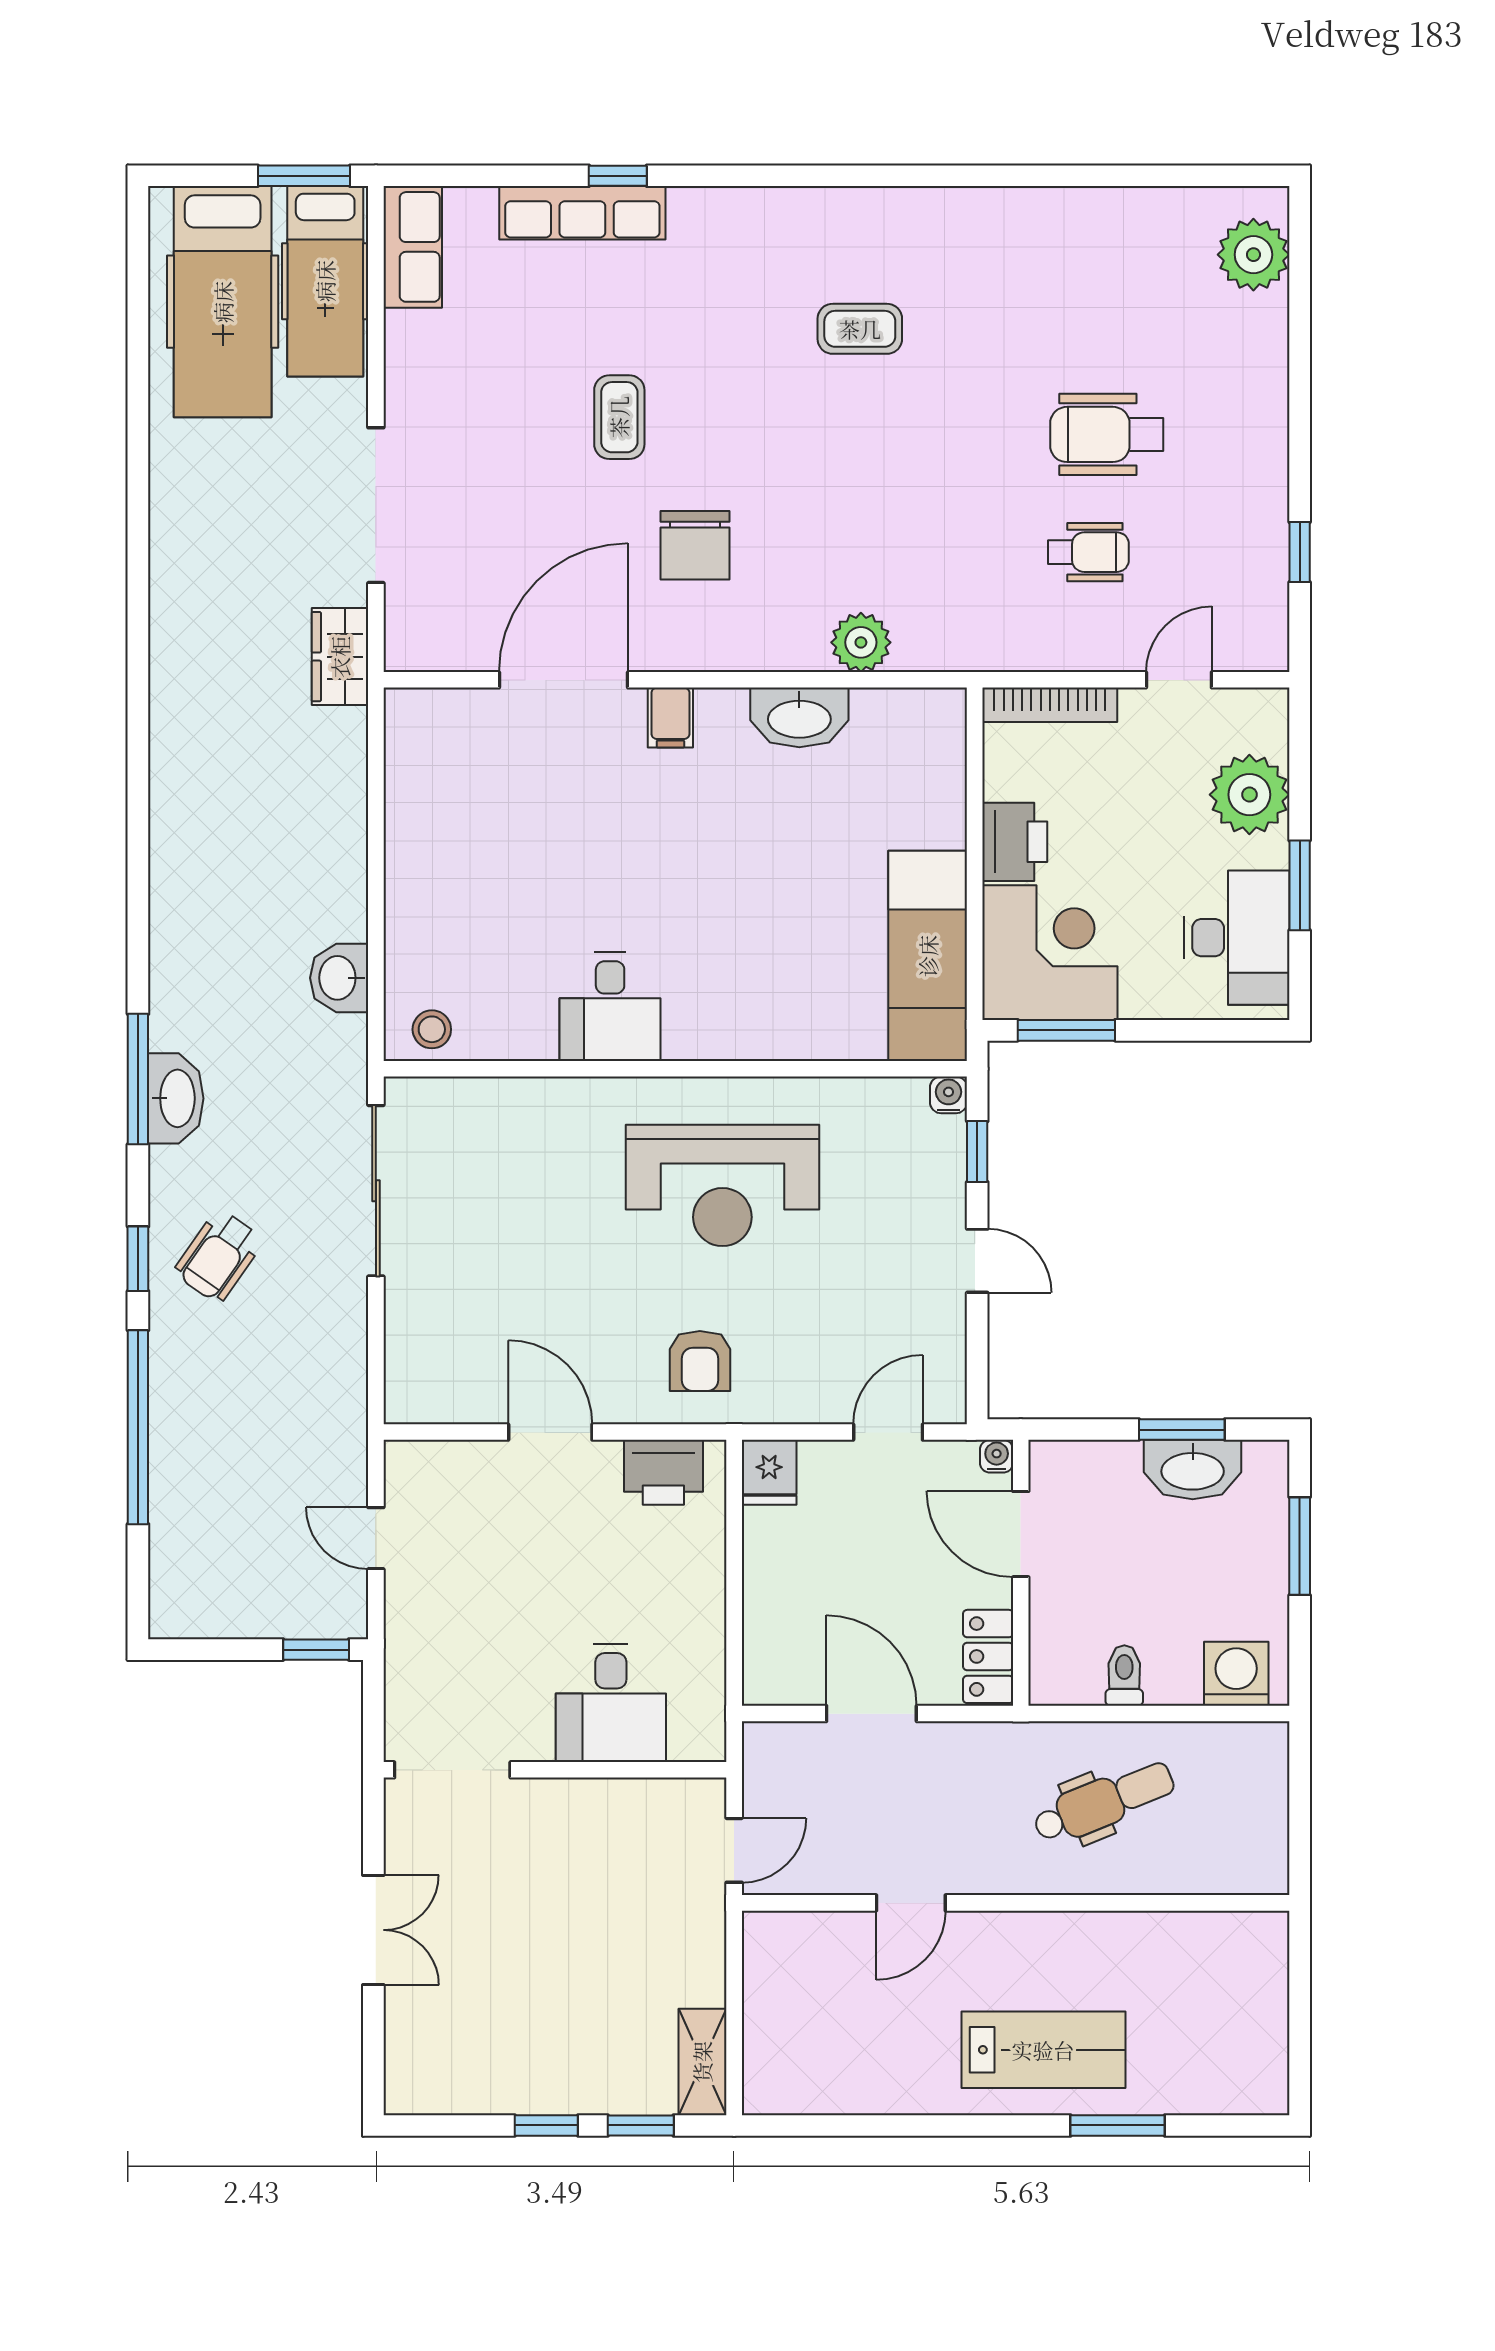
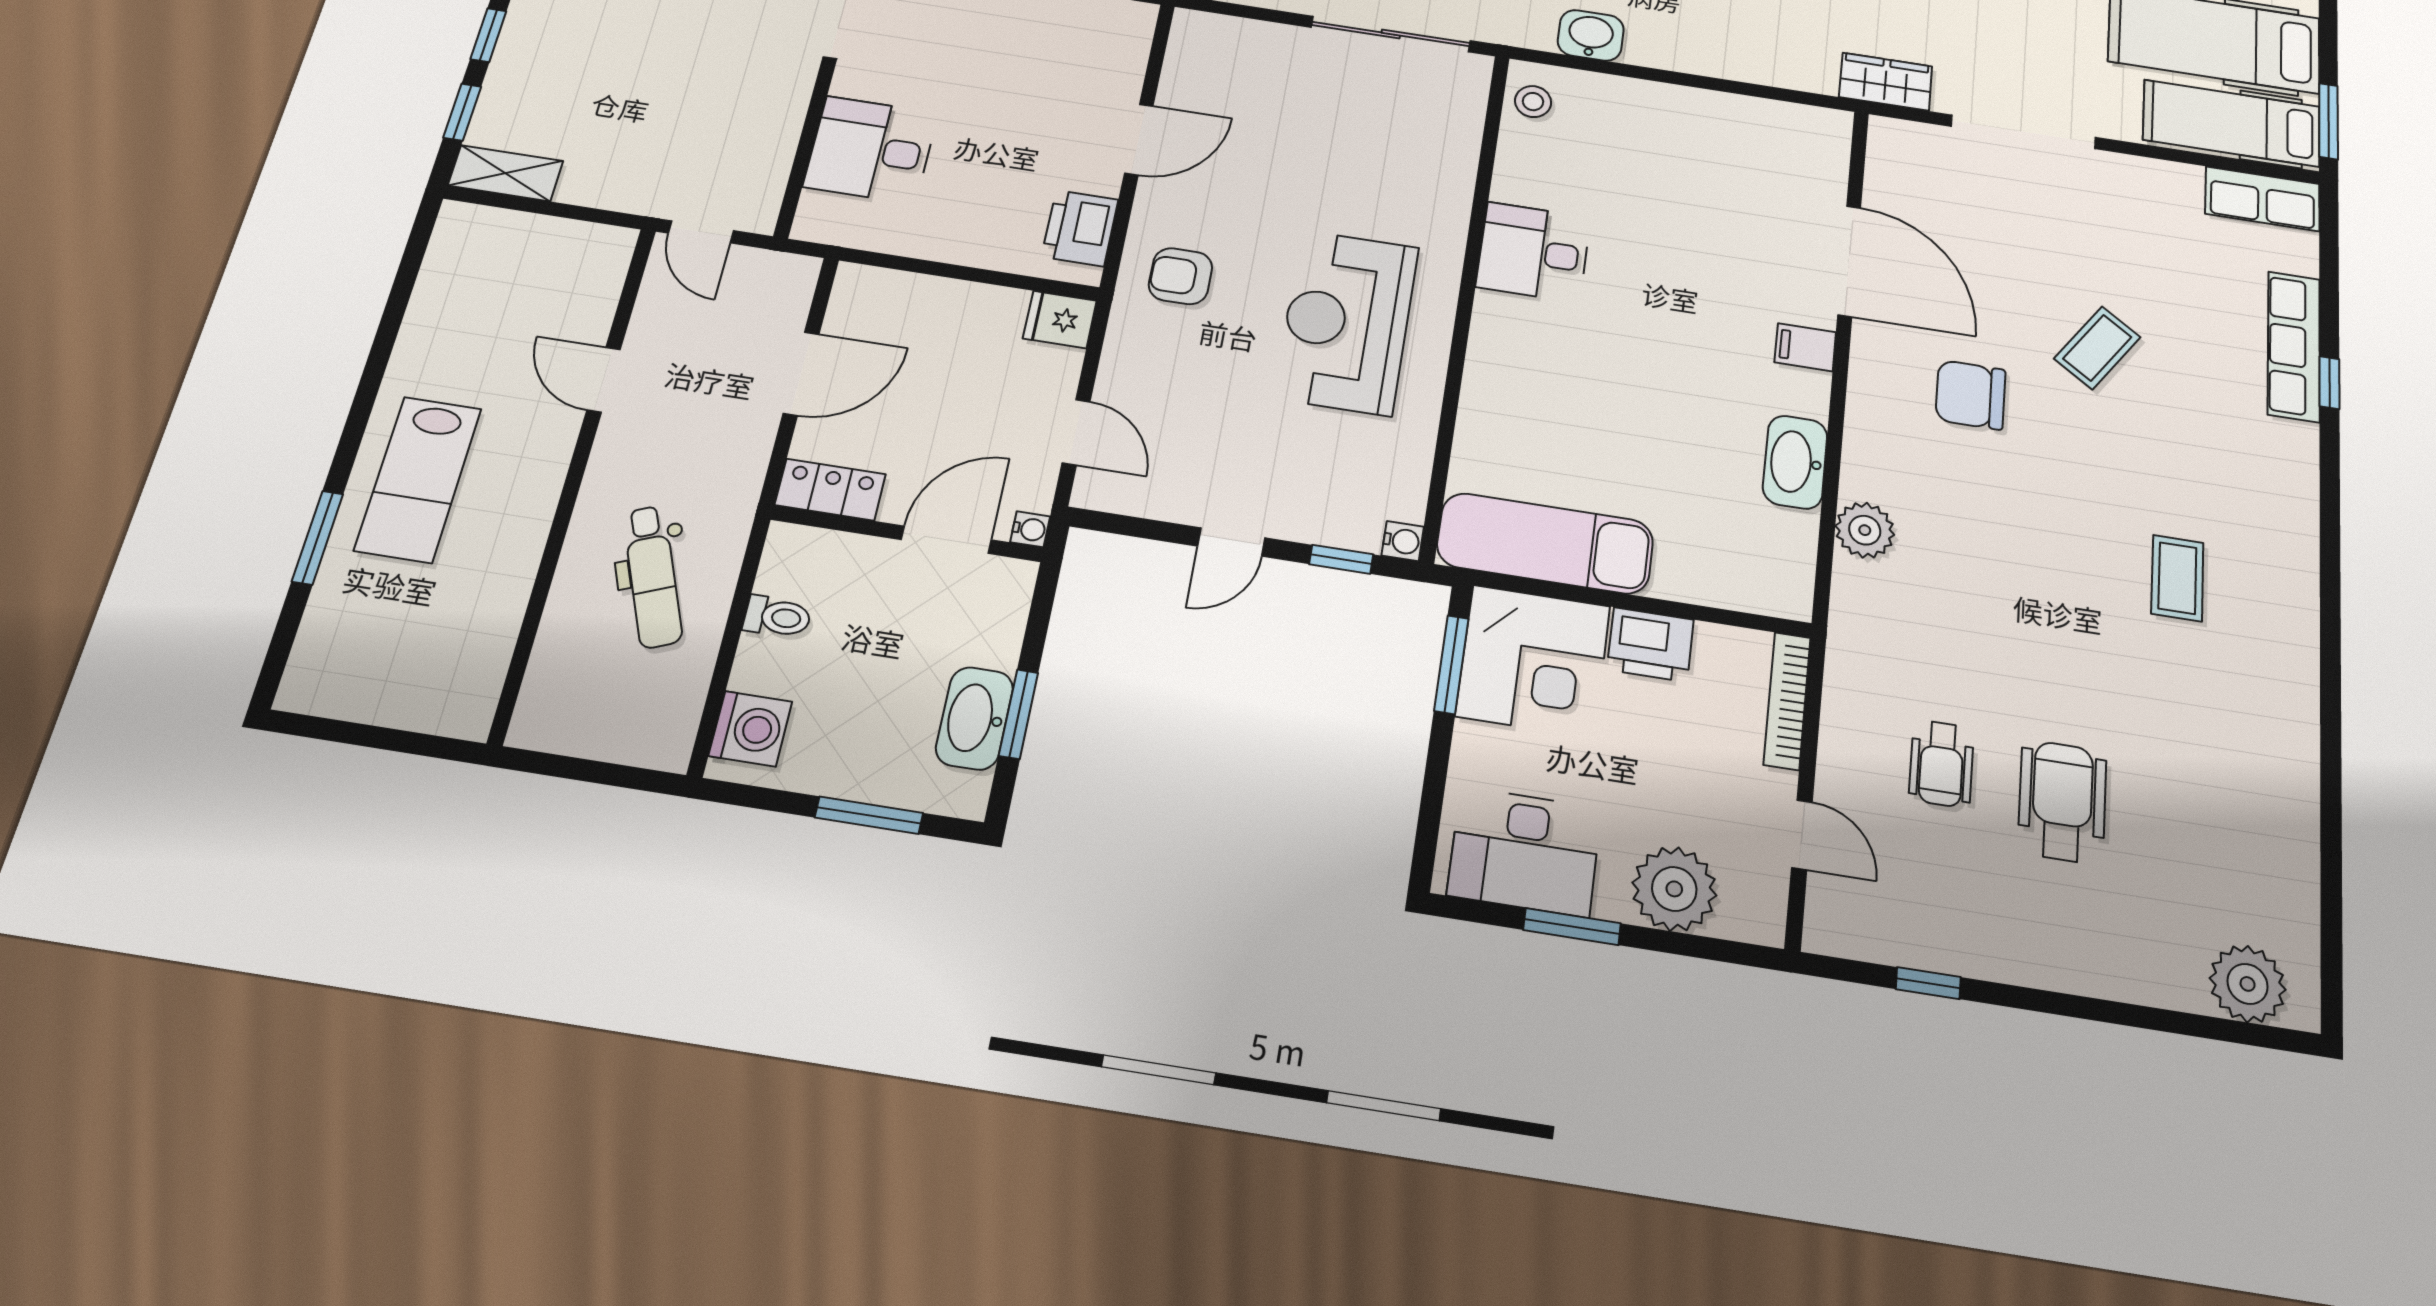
coffee table: (619, 417) -> (2097, 348), turned -55

